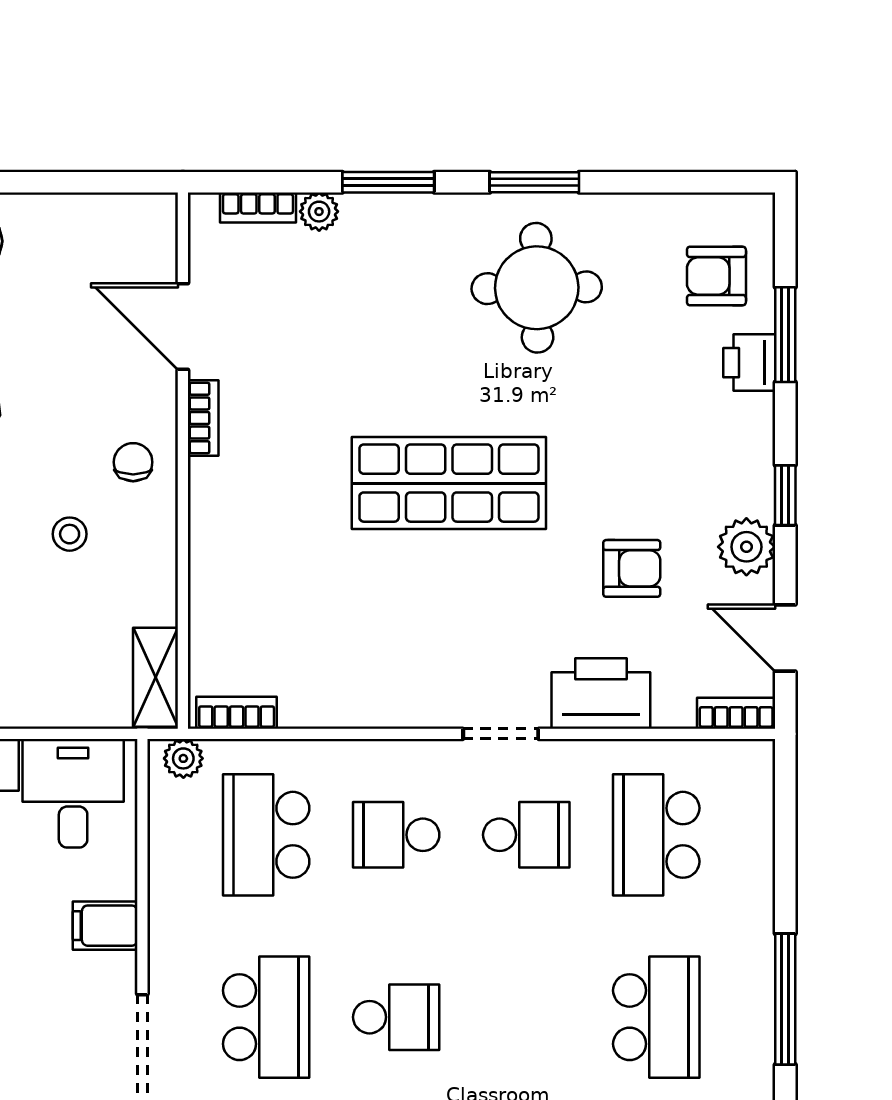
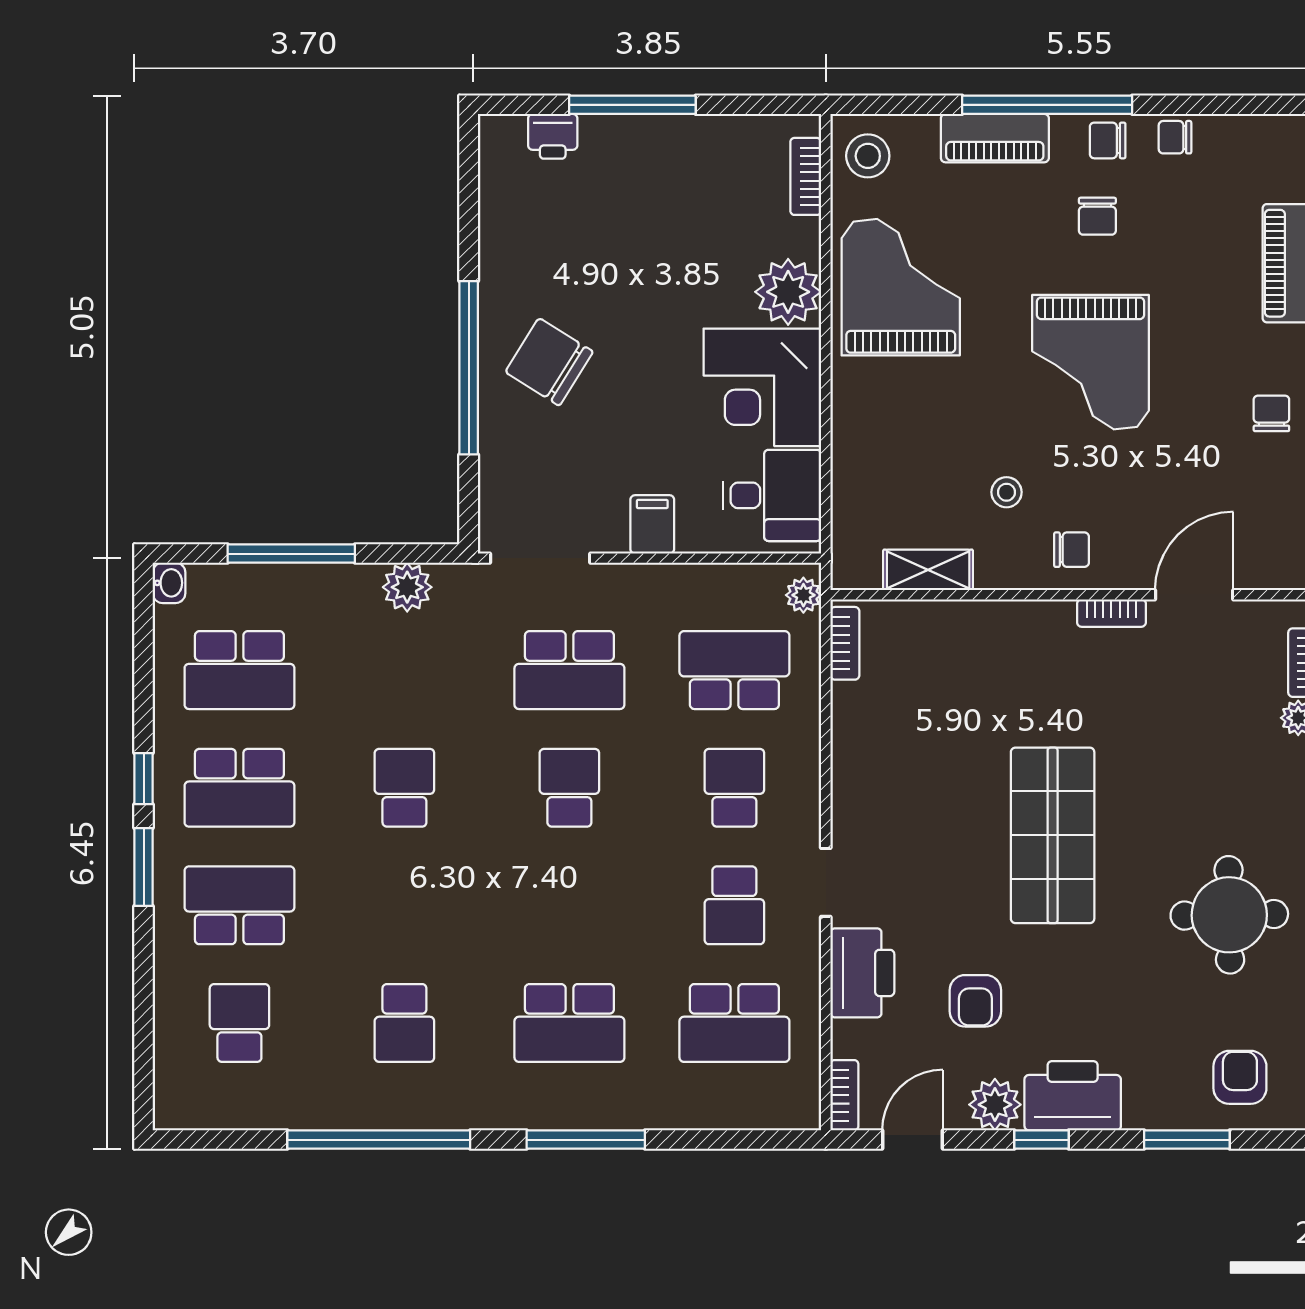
printer: (749, 363) -> (1073, 1096), moved, width x1.87, depth x1.48
shelving: (156, 677) -> (928, 570), moved
school desk: (656, 835) -> (734, 1023), turned 180
school desk: (396, 1017) -> (569, 788), turned 180

